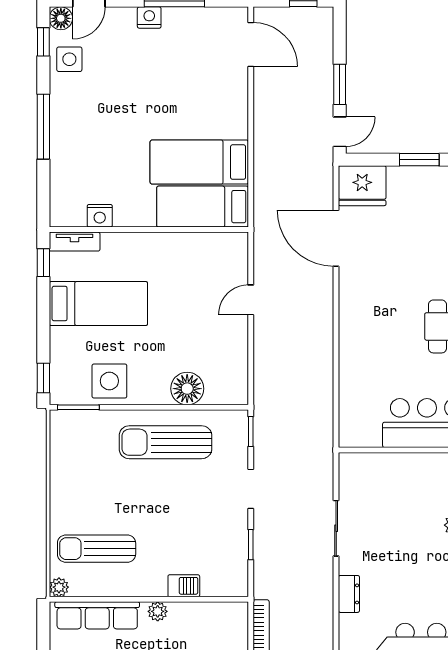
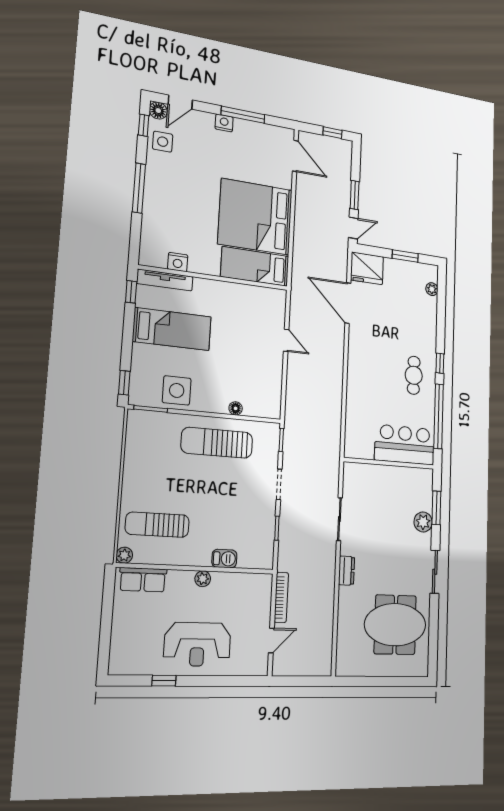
bed: (199, 162) -> (255, 217), width x2.04
tv unit: (75, 242) -> (165, 280), width x1.41
door: (251, 300) -> (286, 340), swing flipped
floor lamp: (187, 389) -> (236, 408), width x0.53, depth x0.53
row of seats: (97, 615) -> (143, 580), width x0.68

